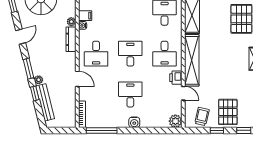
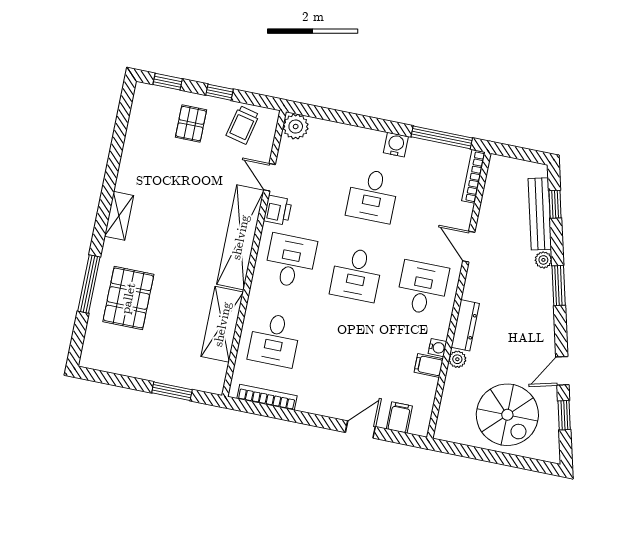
door: (21, 37) -> (562, 371), moved
window: (35, 93) -> (555, 204), moved
pallet: (228, 112) -> (191, 124), width x0.67, depth x0.71
water cooler: (134, 122) -> (396, 145), moved

